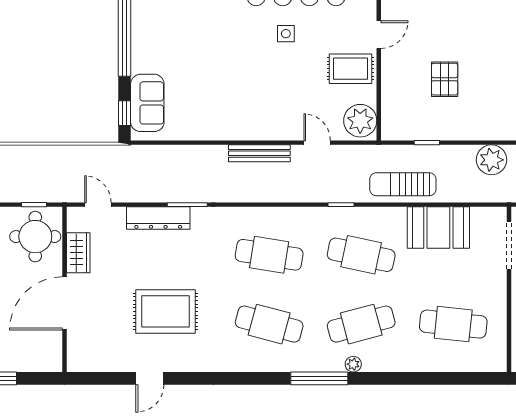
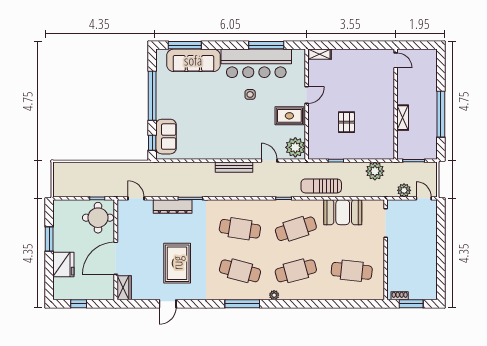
wardrobe: (78, 253) -> (124, 288), moved
cafe table: (361, 255) -> (296, 229), turned -30
rug: (166, 311) -> (177, 263), turned 90
plant: (353, 364) -> (274, 295), moved
window: (319, 378) -> (242, 304), moved

